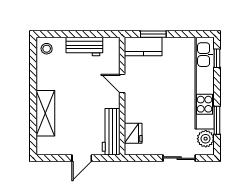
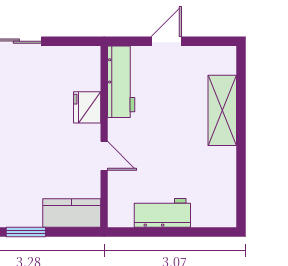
window: (153, 34) -> (26, 232), moved
stool: (47, 49) -> (220, 210), removed
fridge: (133, 133) -> (87, 107), moved

